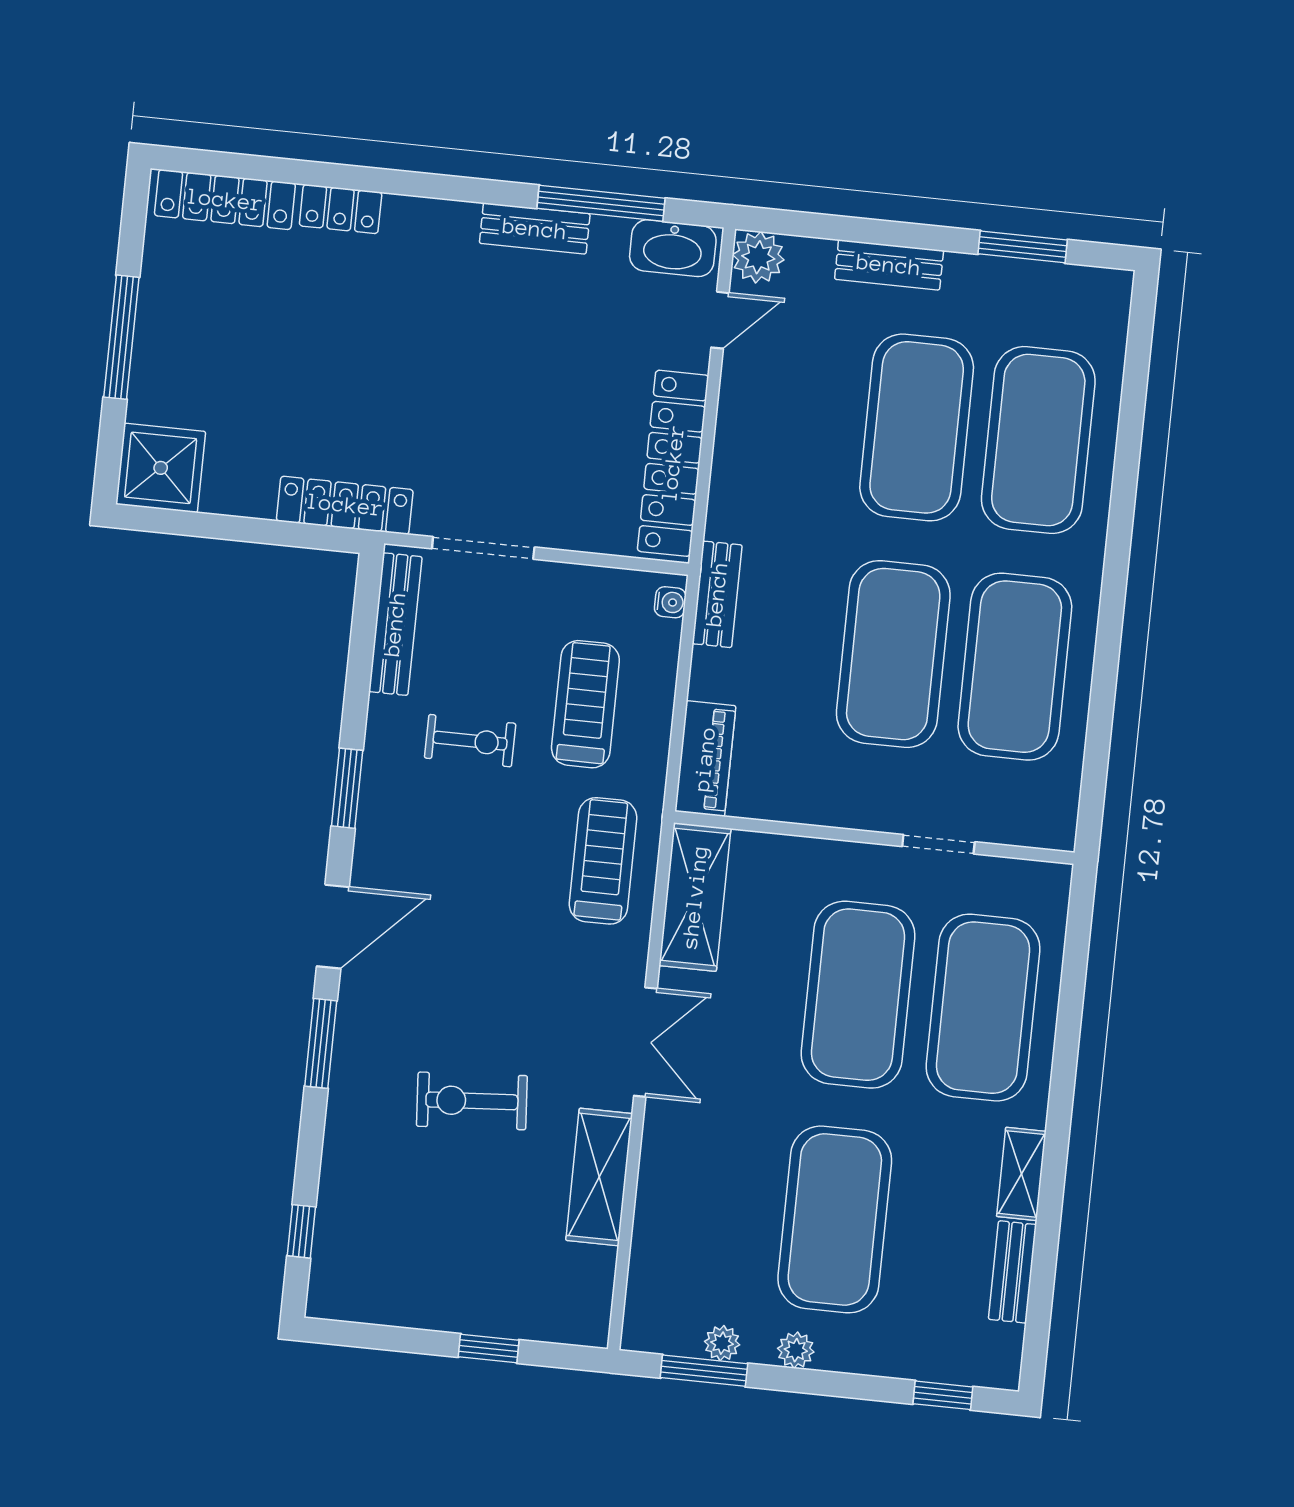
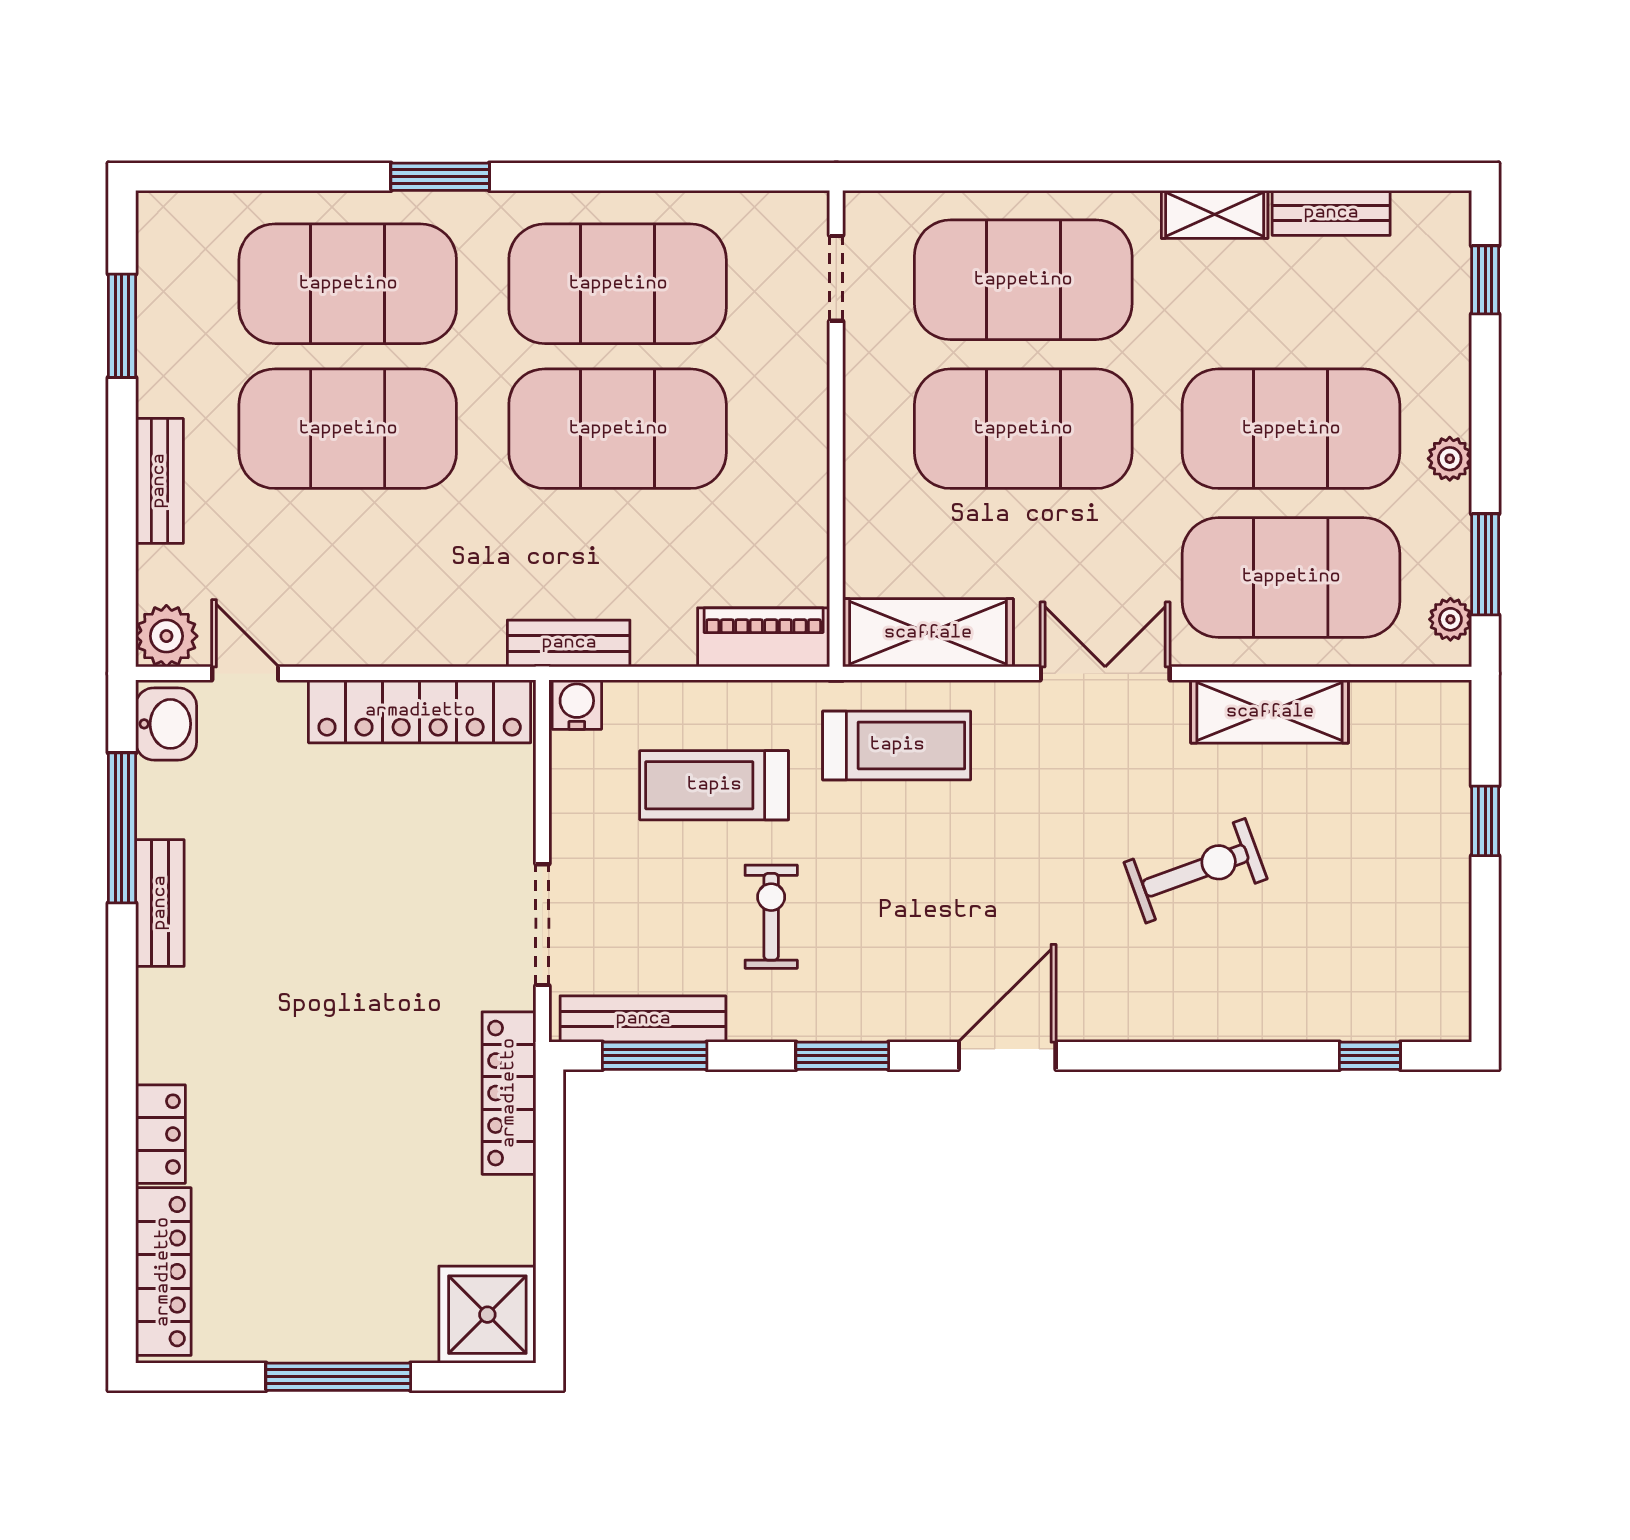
washbasin: (673, 248) -> (166, 724), width x0.72
window: (1120, 527) -> (440, 177), added
water cooler: (670, 602) -> (577, 705), width x1.38, depth x1.38
doorway: (938, 844) -> (836, 278), moved
treadmill: (603, 861) -> (897, 745), turned 180
door: (333, 927) -> (1007, 1056), hinge flipped
window: (321, 1043) -> (655, 1056), moved
exercise bike: (472, 1101) -> (1196, 871), turned -106
exercise mat: (710, 1207) -> (1291, 577), added
plant: (722, 1343) -> (1450, 619), moved

